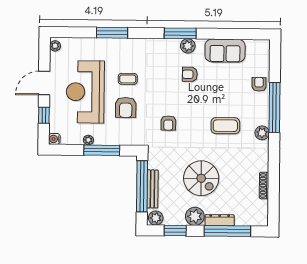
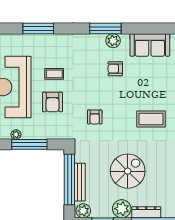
spiral stairs: (201, 178) -> (128, 171), turned -90

